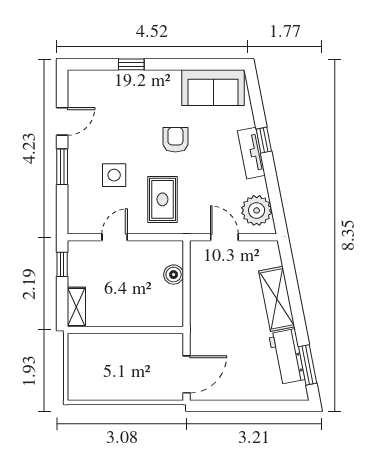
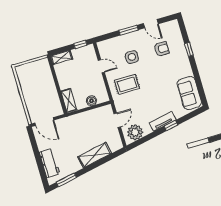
armchair: (175, 140) -> (162, 49), moved
shelving: (161, 317) -> (69, 101), added
workbench: (287, 357) -> (50, 163), moved, turned 101

